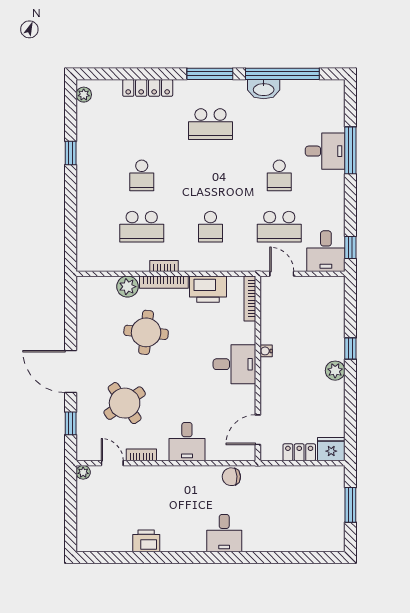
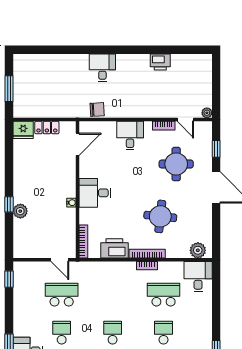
school desk: (210, 227) -> (113, 333), moved
desk: (326, 251) -> (198, 277), moved
plant: (128, 287) -> (198, 250), moved
plant: (335, 371) -> (20, 211), moved
round table: (125, 403) -> (176, 164), turned 35

